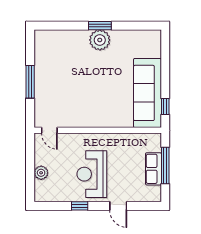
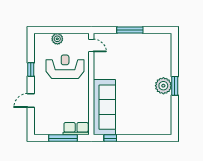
sofa: (147, 93) -> (104, 107), moved, turned 90
door: (49, 130) -> (91, 45), swing flipped
row of seats: (153, 169) -> (76, 129), moved
reception desk: (92, 174) -> (65, 67), moved

